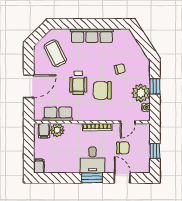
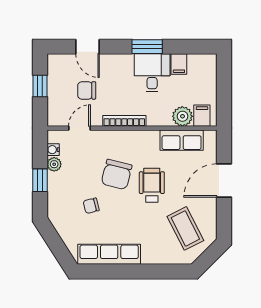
row of seats: (92, 36) -> (109, 254), moved
chair: (102, 90) -> (117, 174), turned 104
plant: (141, 93) -> (54, 164), width x0.53, depth x0.53
desk: (92, 160) -> (152, 73), moved
filing cabinet: (39, 166) -> (179, 64), moved
window: (92, 178) -> (147, 47), moved

